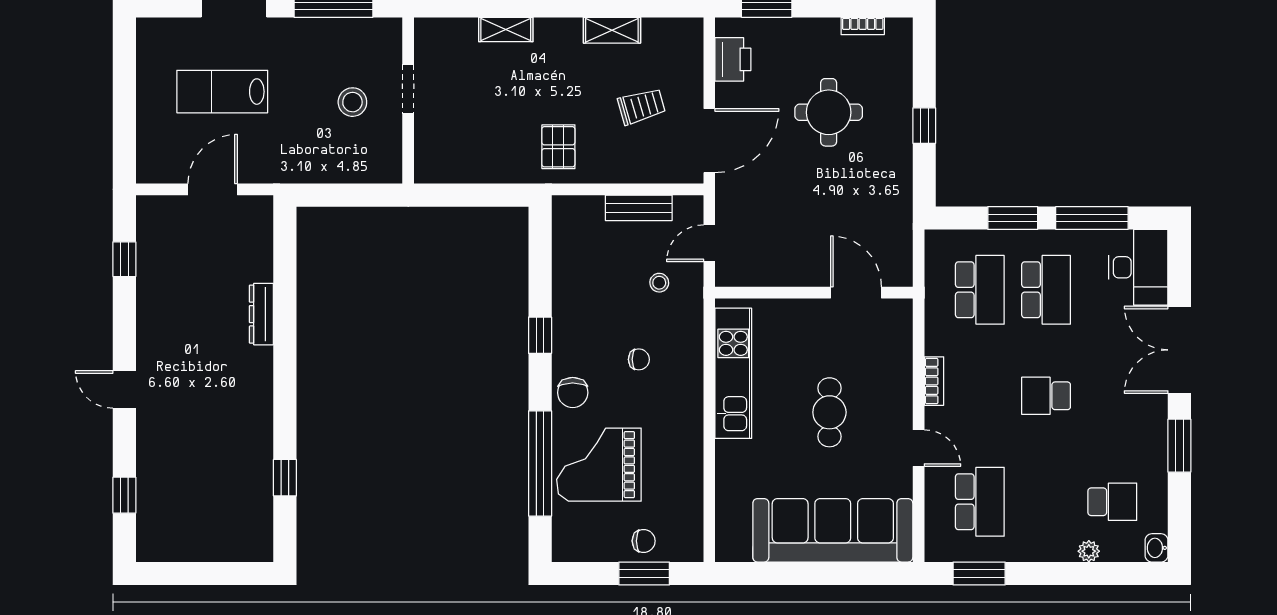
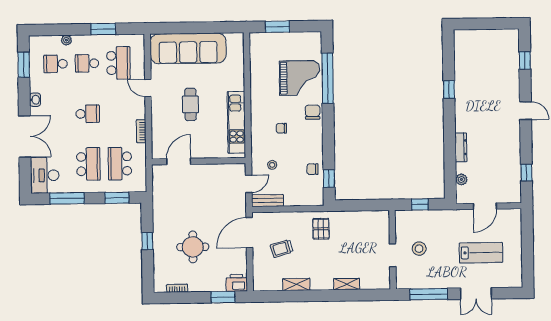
printer: (733, 59) -> (237, 283), moved, turned 90
window: (350, 195) -> (420, 204), added
bench: (639, 208) -> (268, 200), moved
window: (1013, 218) -> (117, 198), moved
plant: (261, 246) -> (461, 179), added
school desk: (1046, 290) -> (88, 164), turned 180
door: (856, 293) -> (179, 161), swing flipped
window: (540, 335) -> (329, 179), moved
bookcase: (934, 381) -> (141, 131), moved
window: (1179, 446) -> (24, 65), moved
window: (285, 478) -> (449, 90), moved
school desk: (980, 502) -> (118, 63), turned 180
school desk: (1046, 502) -> (87, 63), added
chair: (644, 541) -> (312, 169), moved
washbasin: (1156, 548) -> (35, 100), moved
window: (979, 574) -> (103, 29), moved

